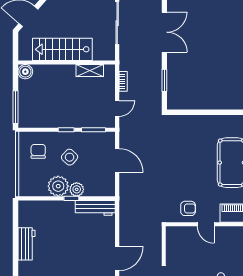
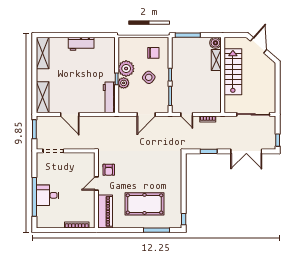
shelving: (90, 71) -> (216, 60), moved

